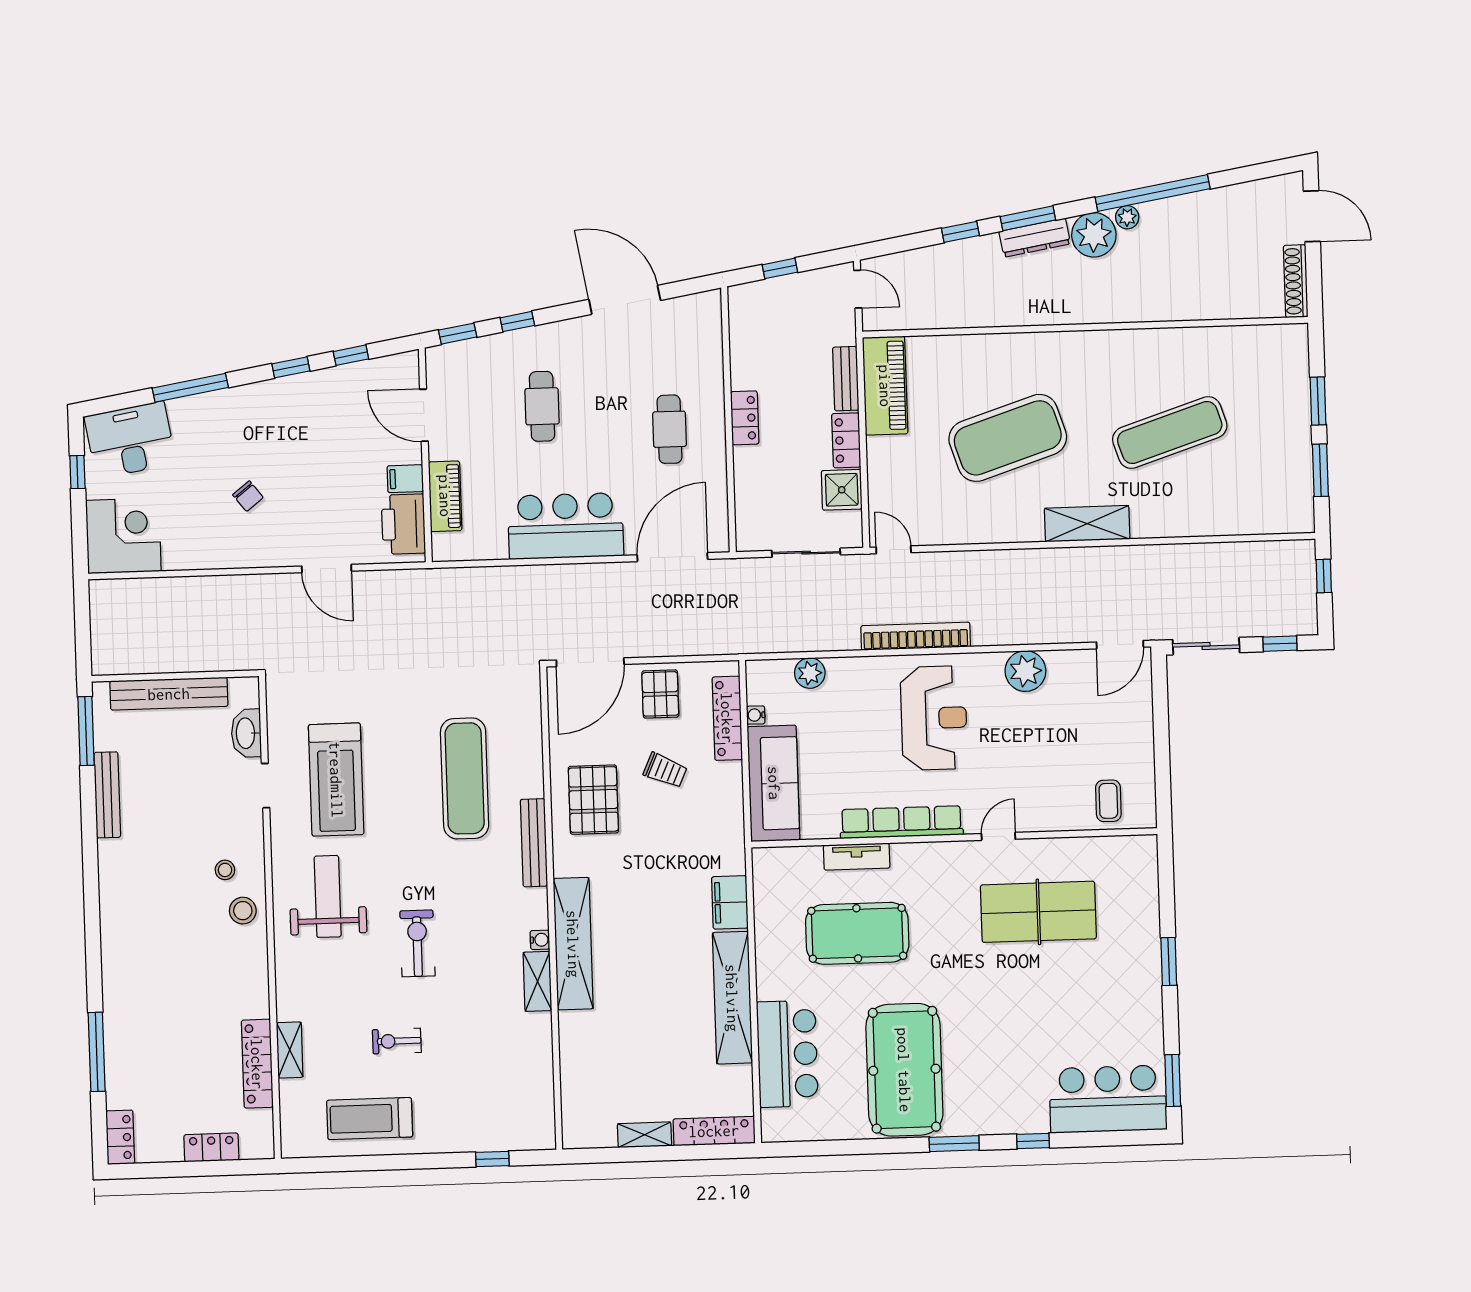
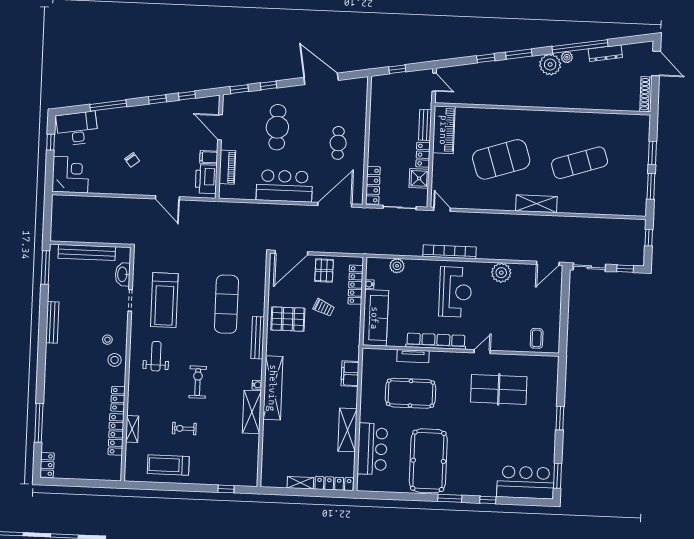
dresser: (1035, 238) -> (605, 53), moved
cafe table: (542, 406) -> (277, 127), width x1.37, depth x1.35
locker: (745, 418) -> (373, 185), moved, width x1.53
bench: (107, 795) -> (52, 322), moved
pallet: (593, 800) -> (288, 319), turned 90
weight bench: (328, 896) -> (156, 356), width x0.73, depth x0.75
shelving: (537, 981) -> (252, 412), width x1.50, depth x1.33
shelving: (732, 998) -> (347, 430), width x0.68
locker: (211, 1147) -> (118, 399), moved, turned -90

